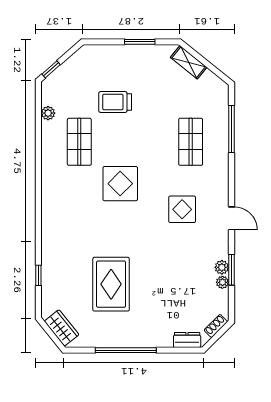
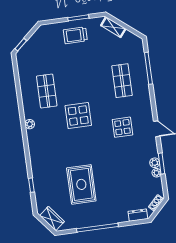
trolley: (115, 102) -> (75, 35), moved
plant: (48, 113) -> (30, 124), moved

